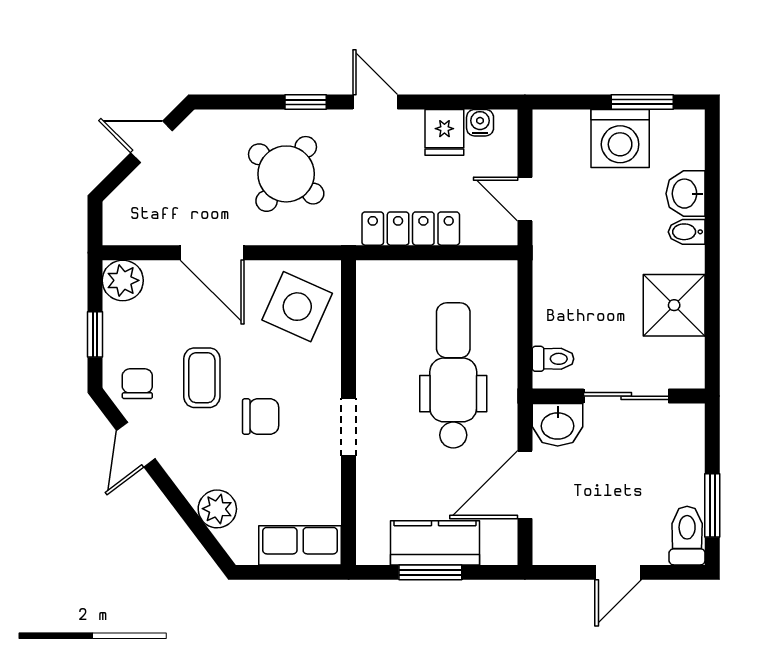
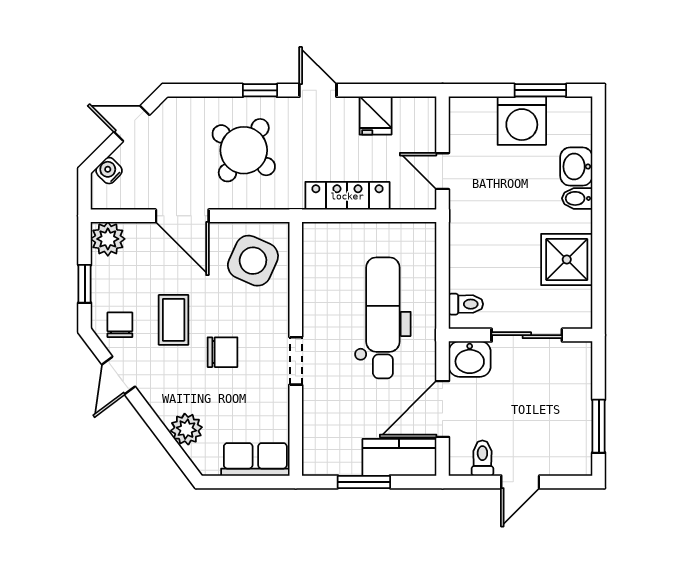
water cooler: (480, 123) -> (109, 171), moved, turned -45
toilet: (687, 536) -> (482, 458), moved, width x0.73, depth x0.72
kitchen counter: (435, 543) -> (399, 457), moved

